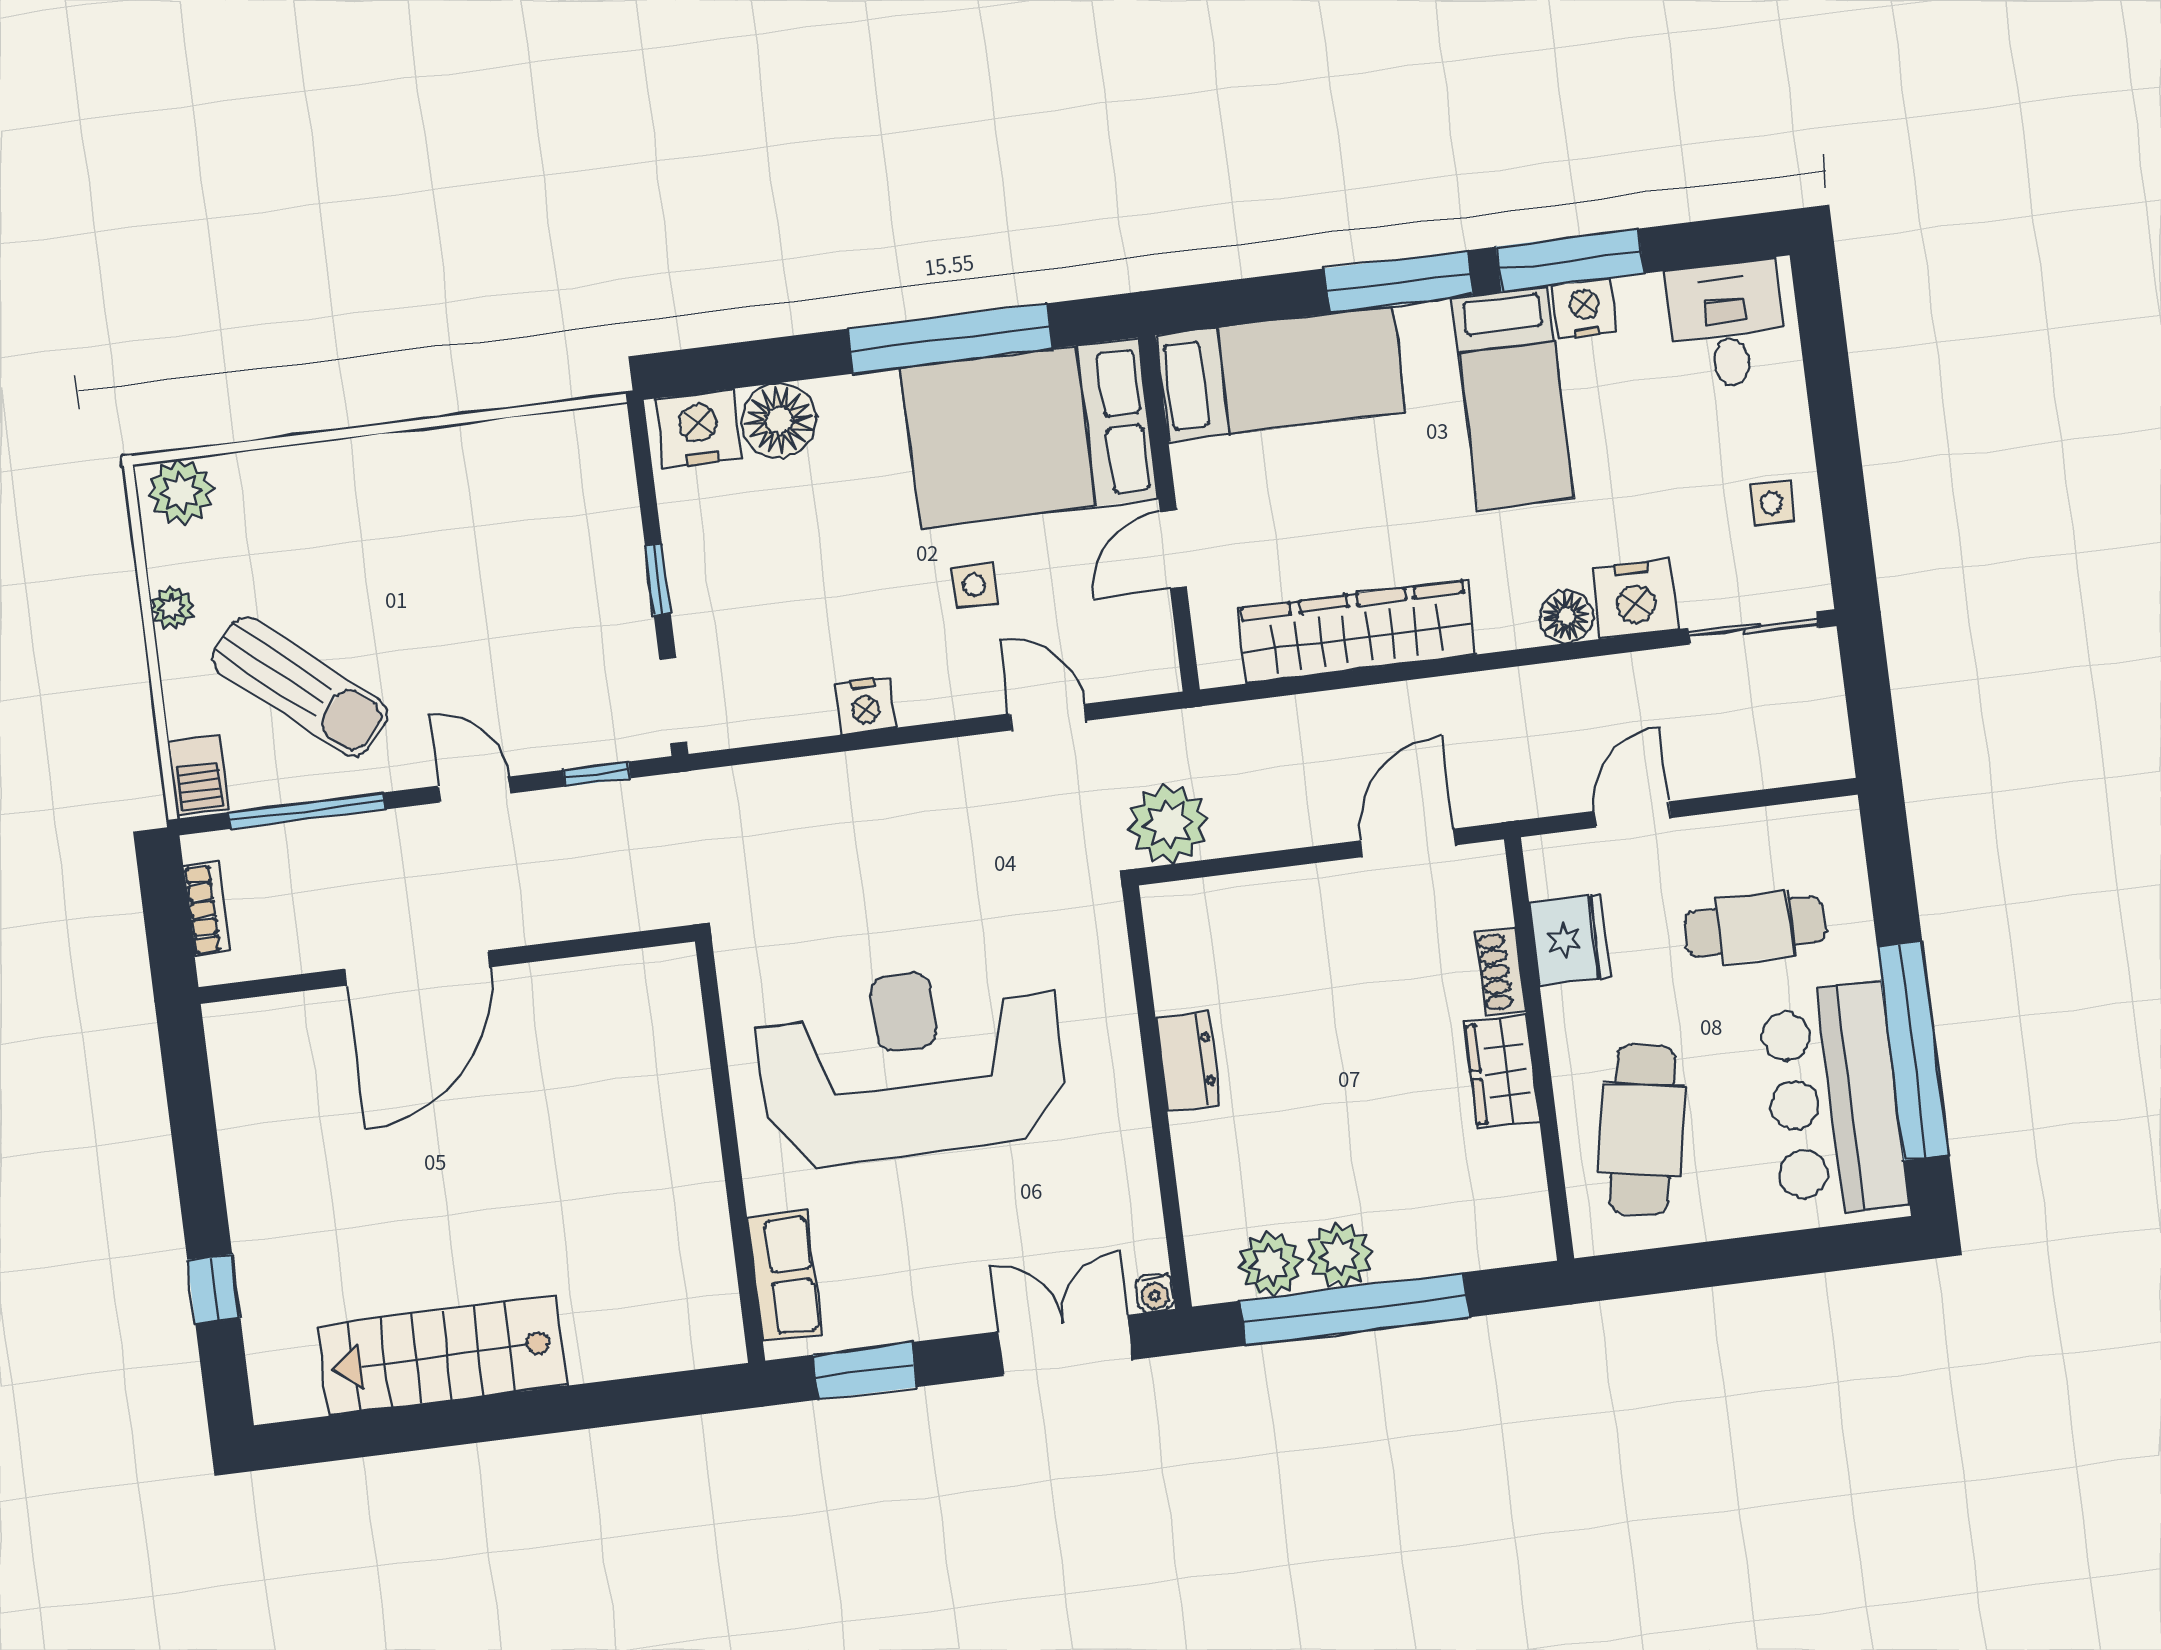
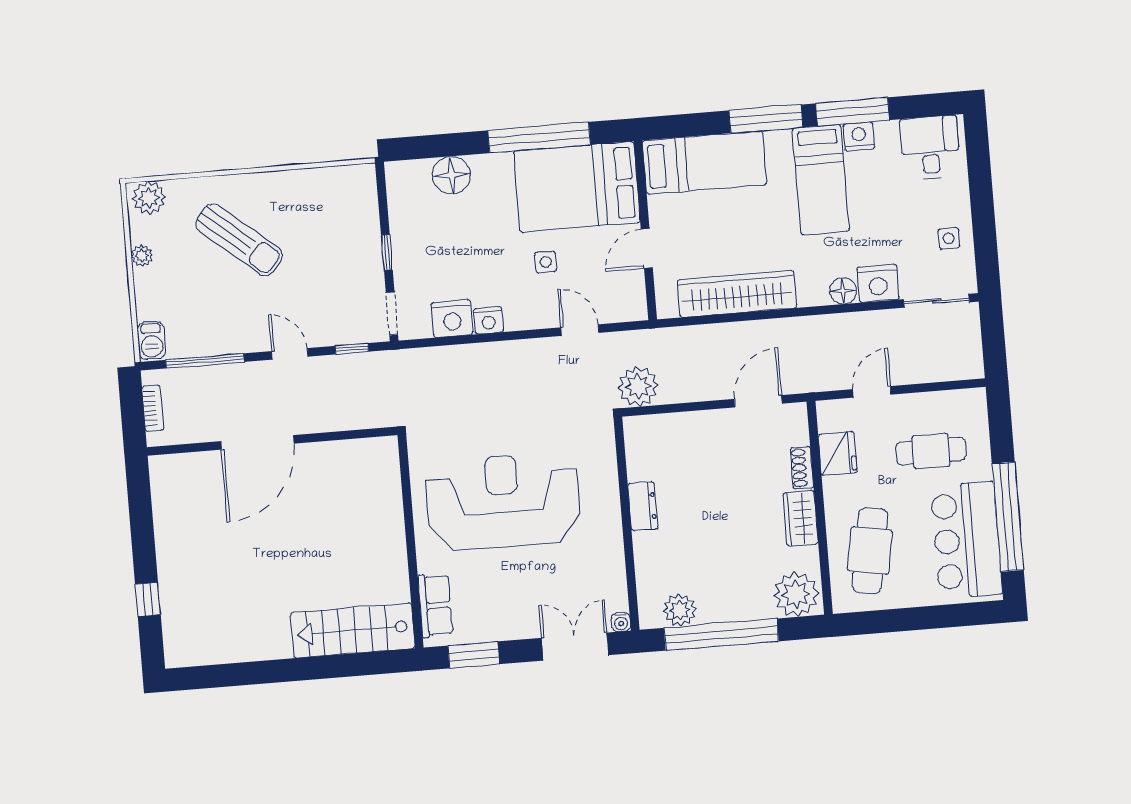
nightstand: (699, 428) -> (452, 319), moved, turned 180
sun lounger: (300, 686) -> (239, 240), moved
plant: (1340, 1255) -> (796, 594), moved, width x1.36, depth x1.36
stairs: (443, 1356) -> (353, 630), moved

